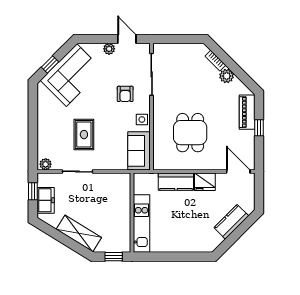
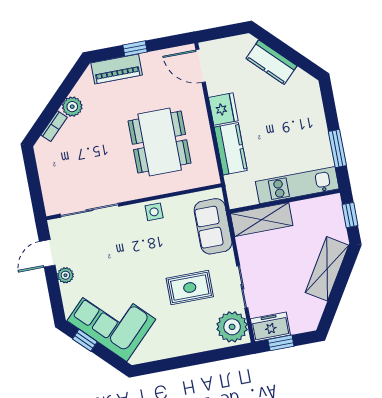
window: (50, 65) -> (85, 340), moved
armchair: (125, 94) -> (123, 241), removed
dining table: (190, 133) -> (160, 142), width x1.38
sofa: (139, 151) -> (213, 226), moved, turned 90
plant: (46, 164) -> (232, 327), width x1.88, depth x1.88
door: (238, 172) -> (201, 66), hinge flipped
shelving: (122, 194) -> (262, 219), added
freezer: (46, 200) -> (270, 327), moved
window: (162, 257) -> (337, 149), added

